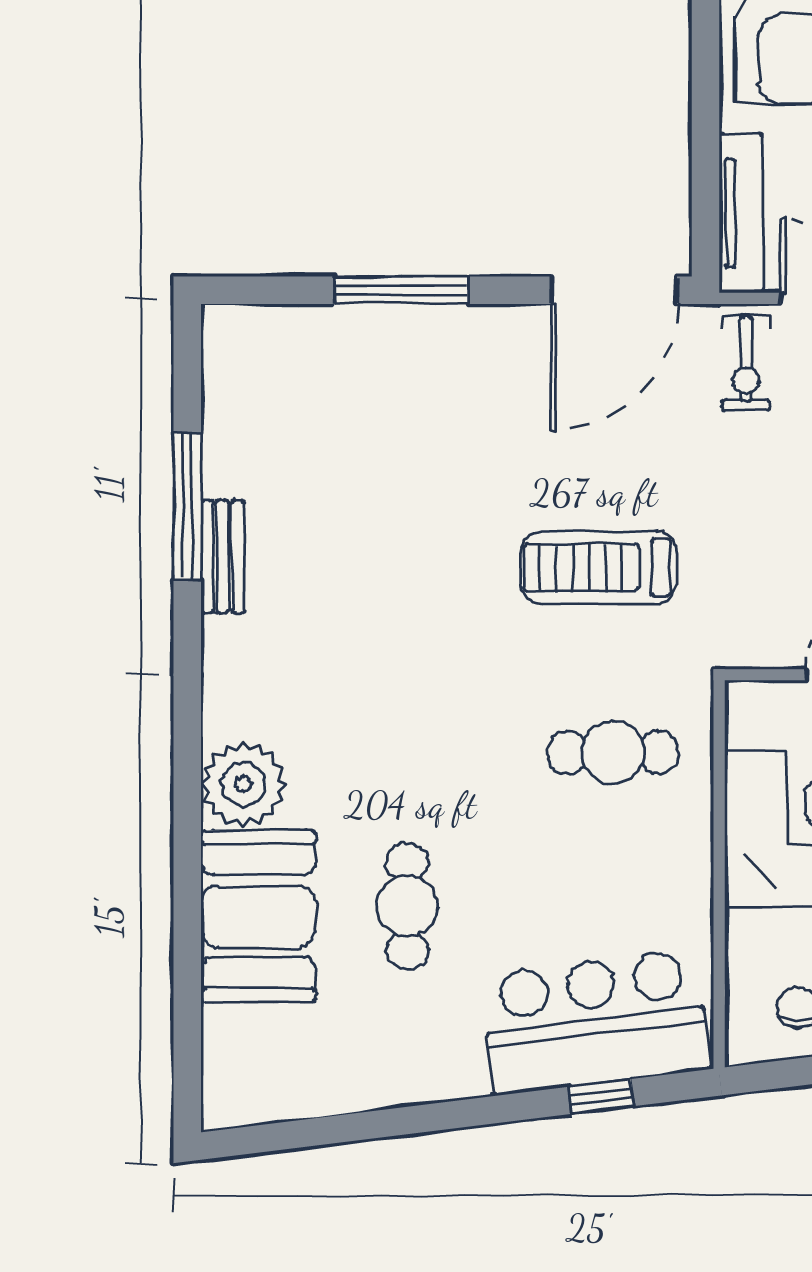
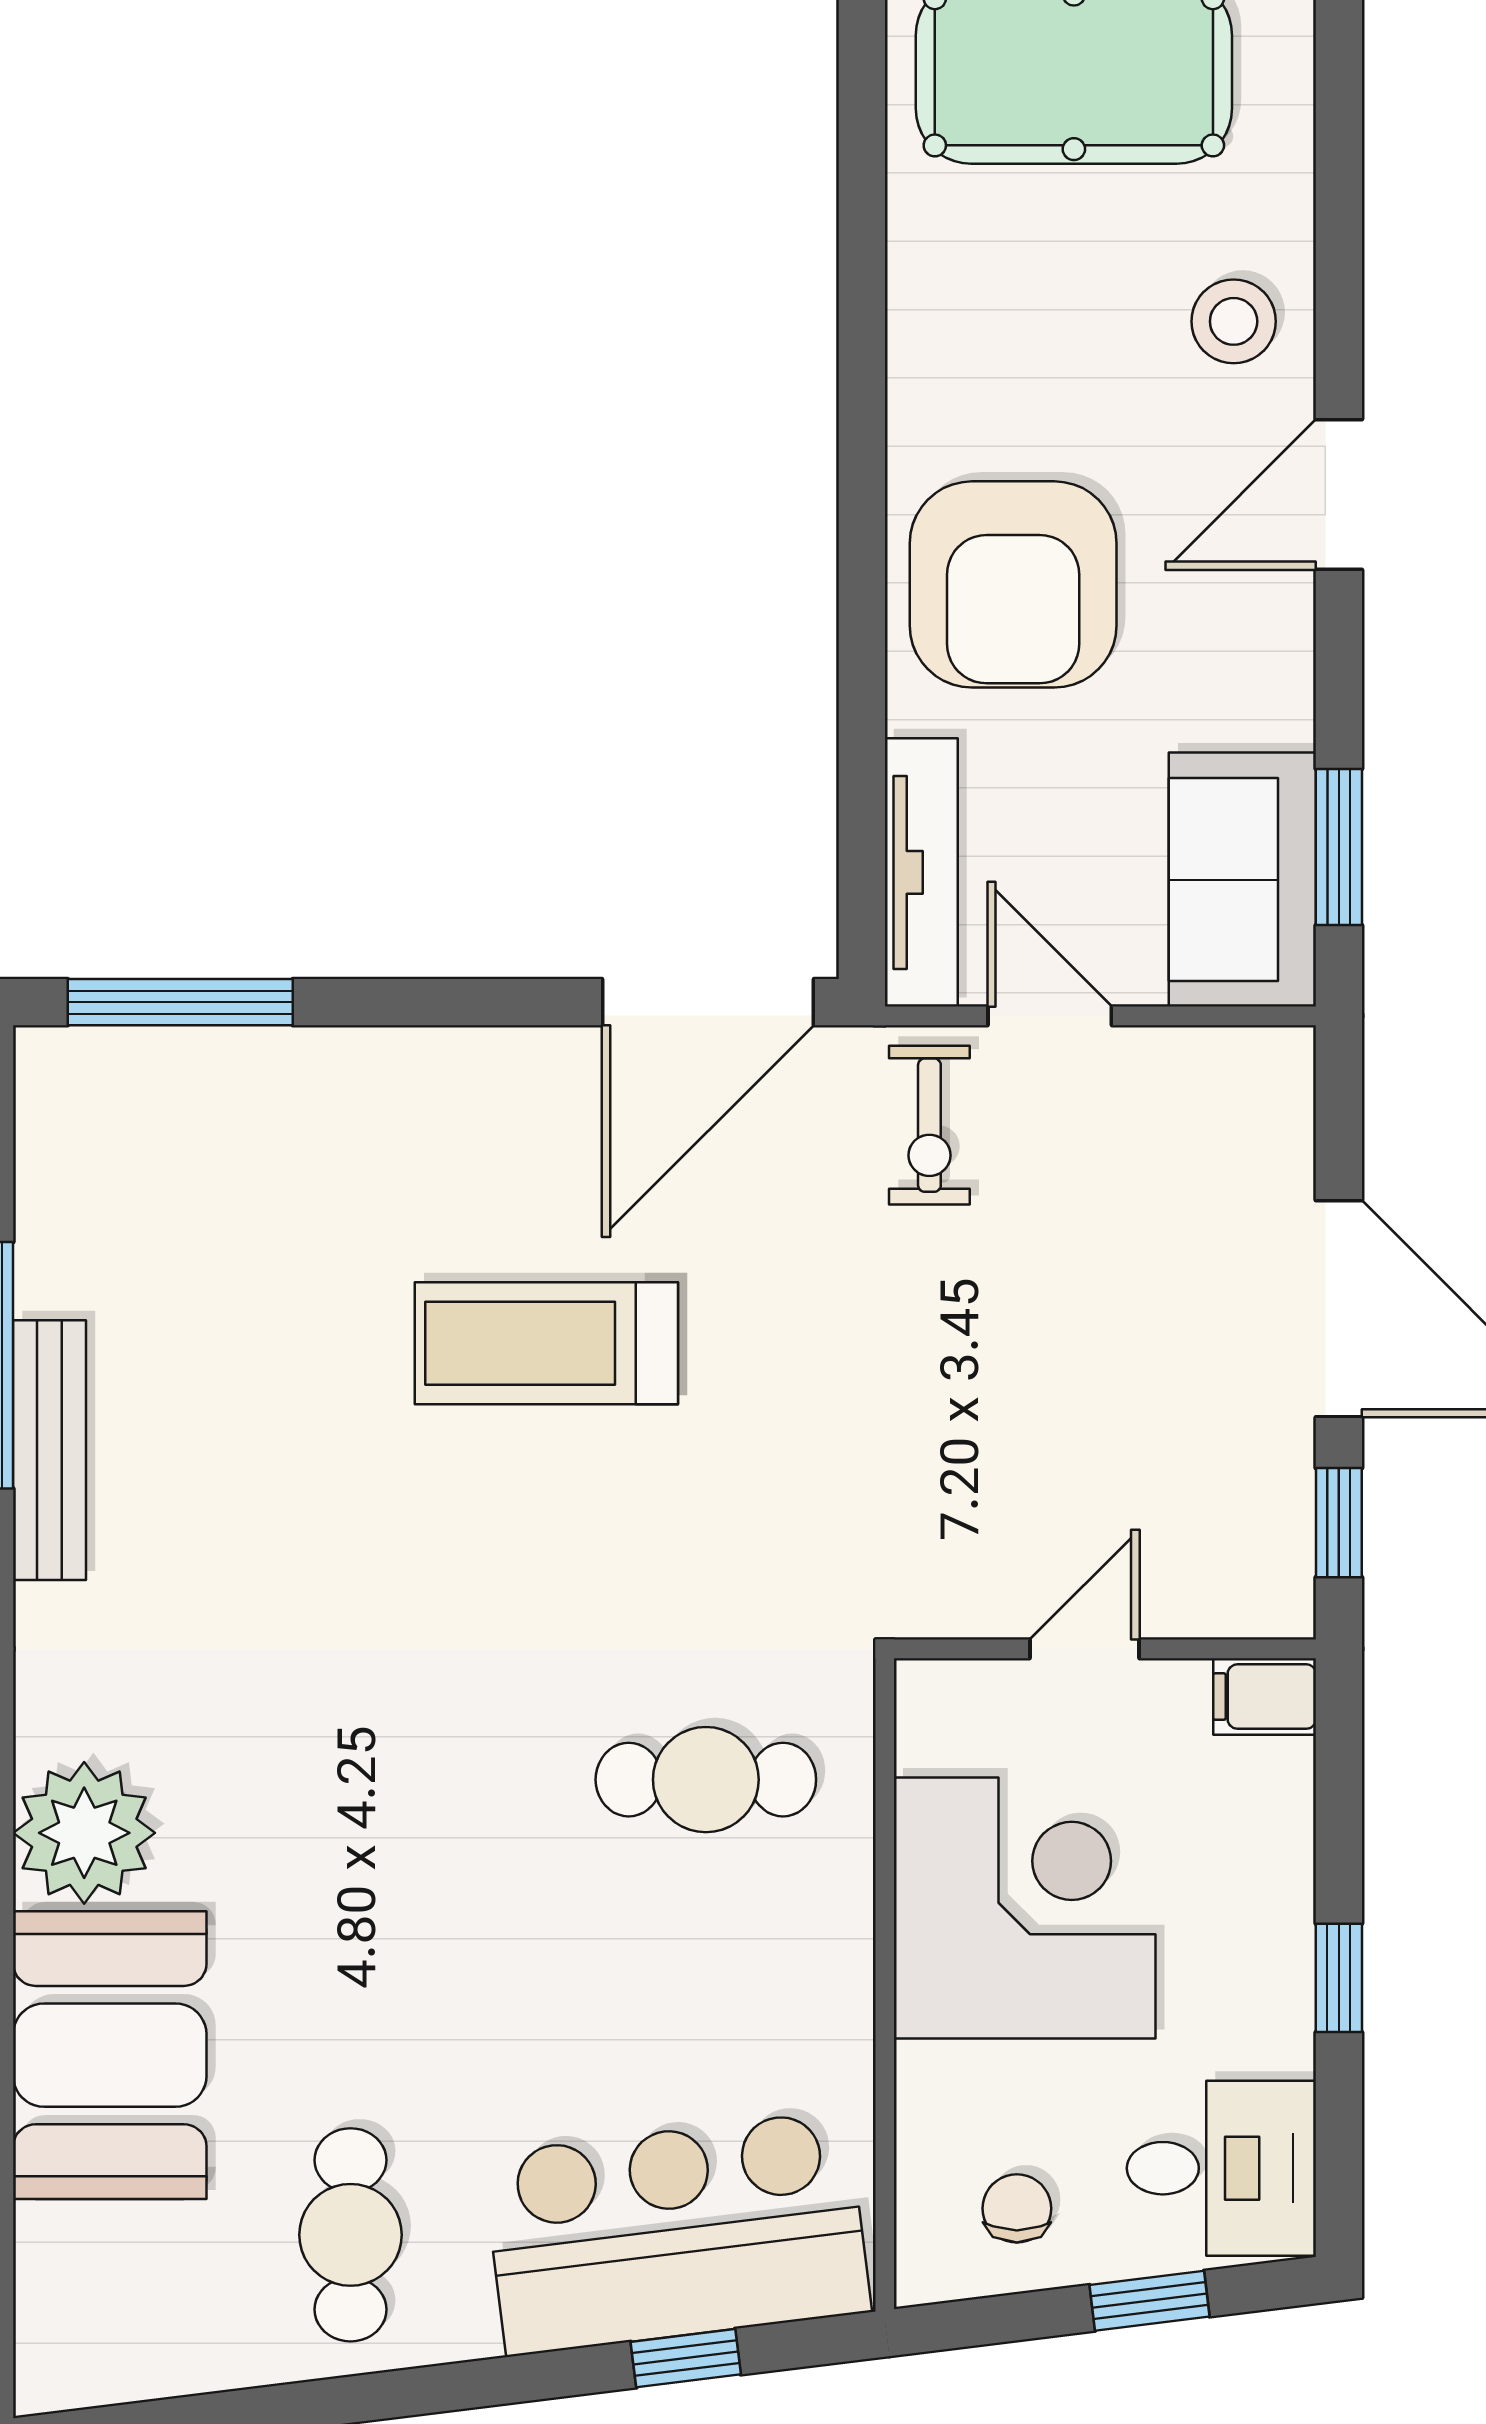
window: (402, 290) -> (180, 1002), moved
bench: (223, 557) -> (50, 1450), width x1.36
treadmill: (598, 568) -> (546, 1343), moved
cafe table: (407, 906) -> (350, 2235), moved

